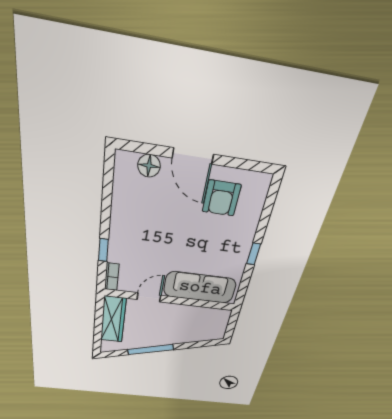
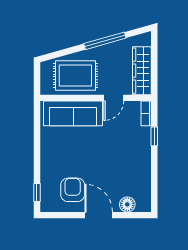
window: (254, 254) -> (37, 193), moved
rug: (189, 323) -> (75, 76), added

